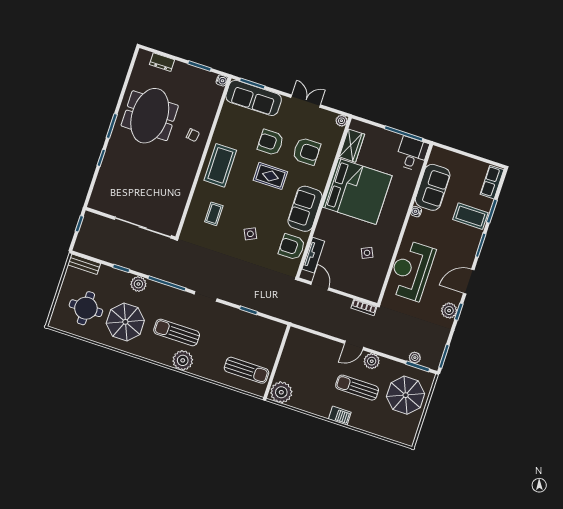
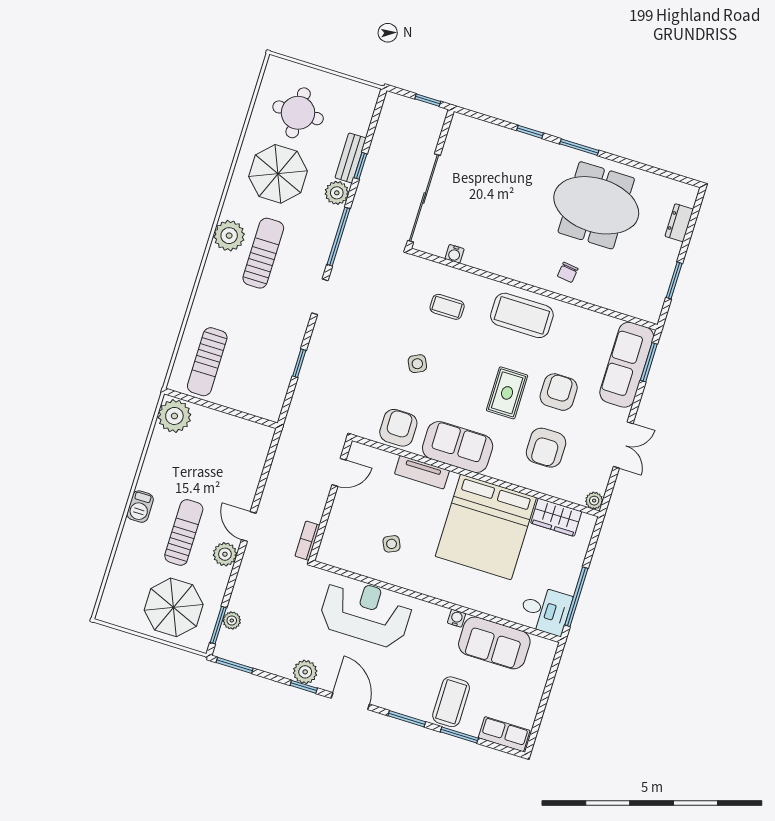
water cooler: (222, 80) -> (455, 254), moved
tv unit: (313, 255) -> (422, 472), moved
bench: (84, 264) -> (351, 158), moved
plant: (183, 360) -> (229, 236), moved

